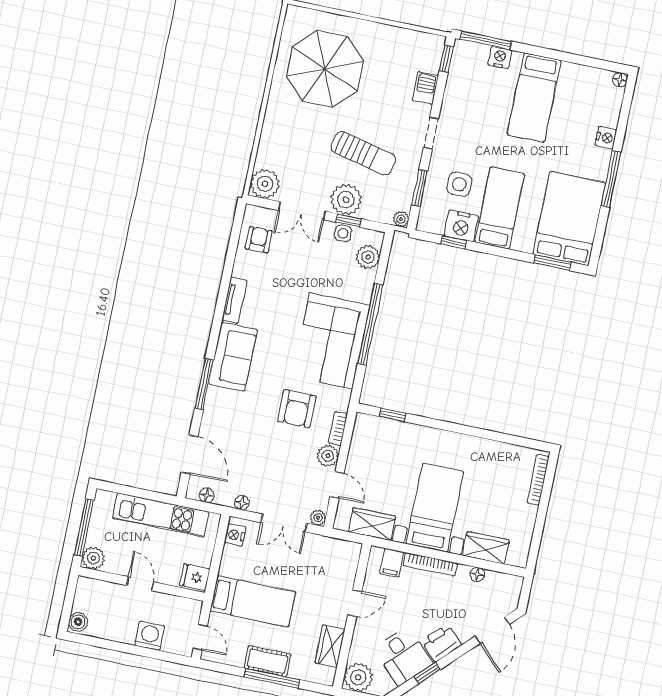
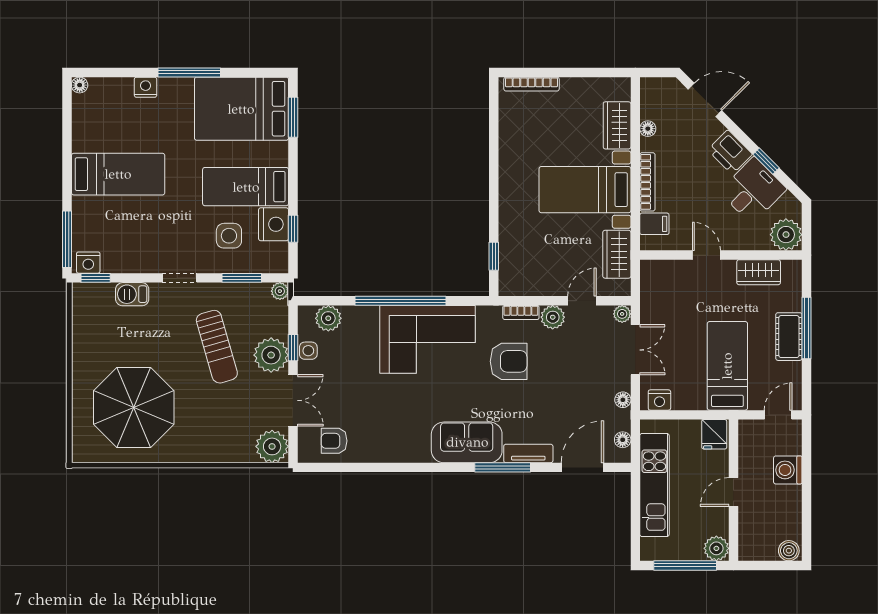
nightstand: (500, 57) -> (88, 263), moved, turned -90
sun lounger: (363, 153) -> (217, 347), turned 151
tv unit: (234, 300) -> (528, 453), moved

